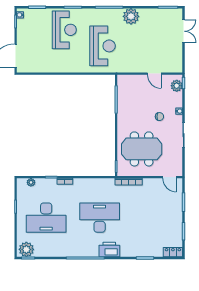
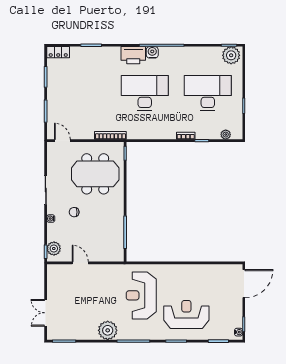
reception desk: (64, 30) -> (186, 314), turned 90
desk: (100, 218) -> (145, 93), turned 180
water cooler: (93, 252) -> (152, 52), added

